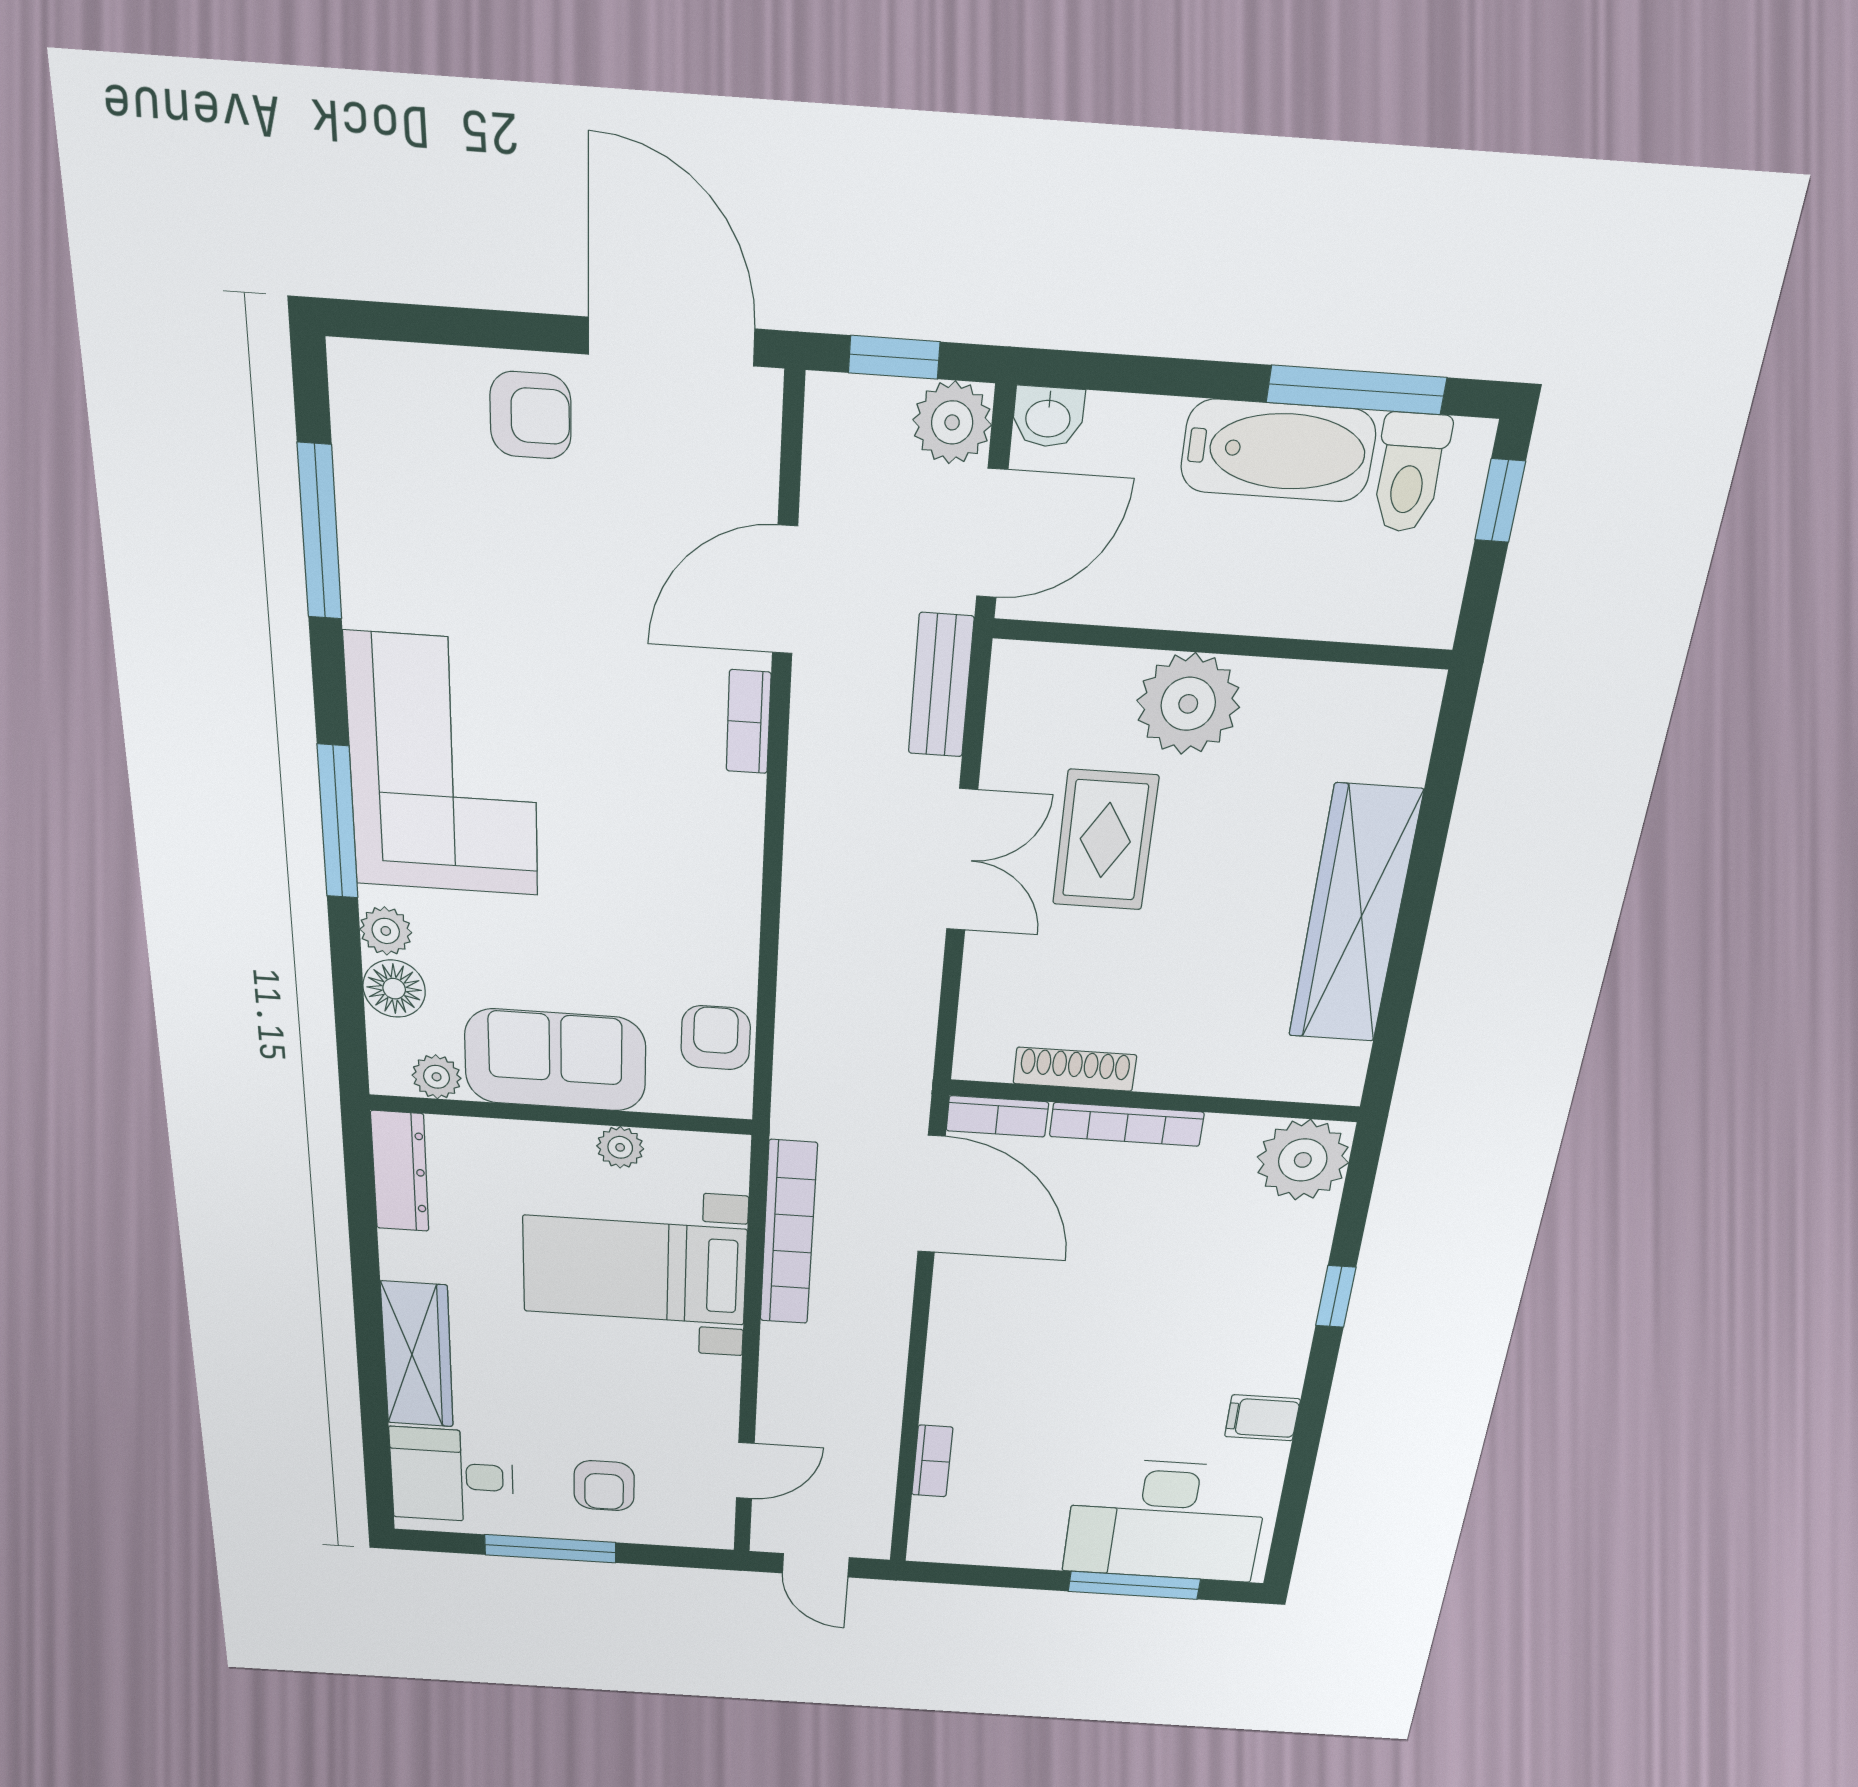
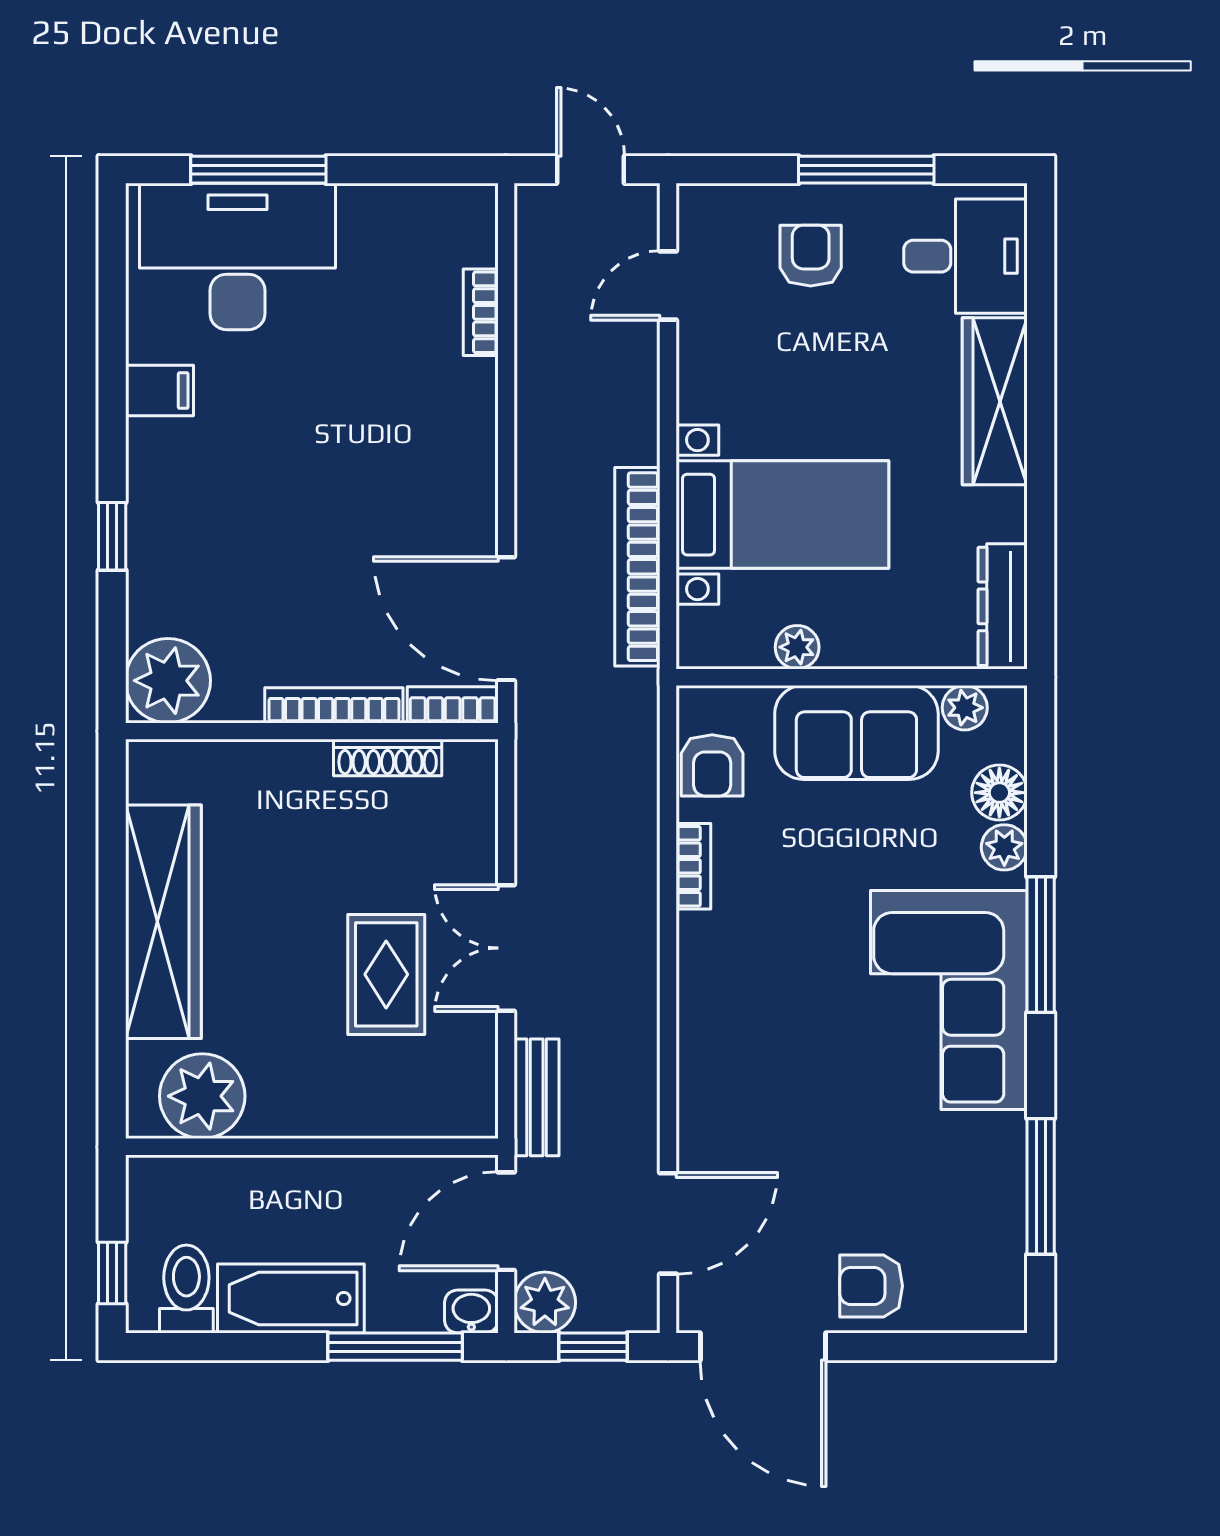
window: (1356, 390) -> (395, 1347), moved
door: (785, 590) -> (668, 1223), moved
plant: (1188, 704) -> (202, 1096), moved
bookcase: (749, 722) -> (693, 866), moved

